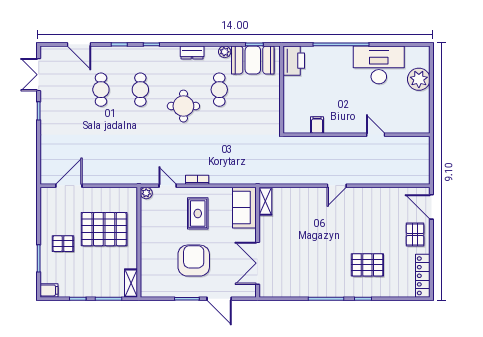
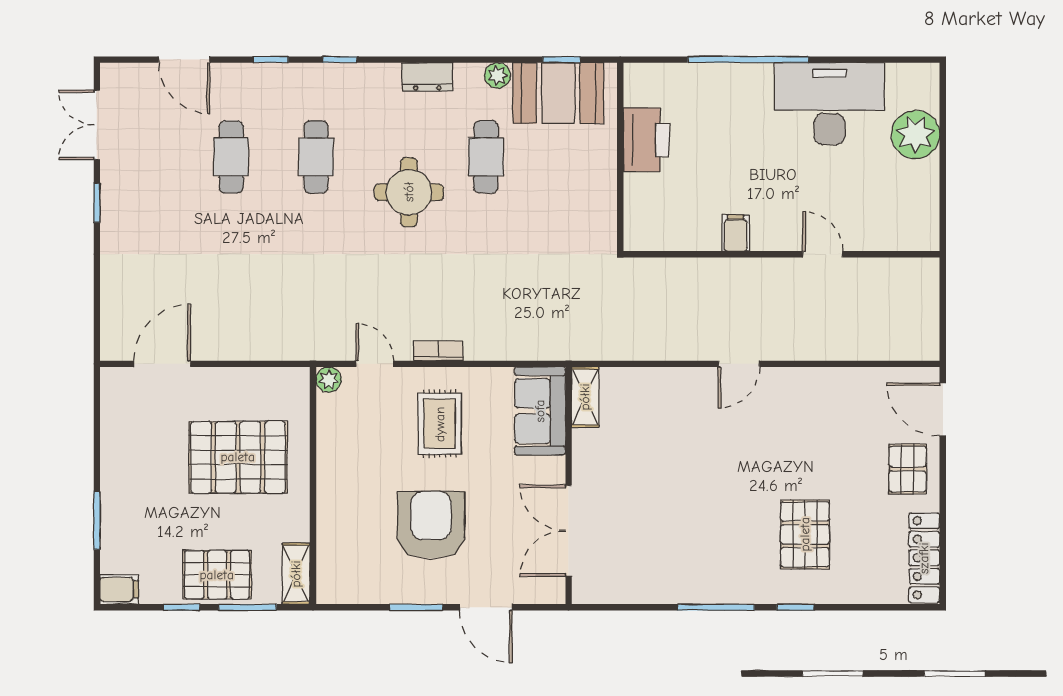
printer: (294, 61) -> (646, 140), moved
filing cabinet: (317, 125) -> (736, 233), moved
pallet: (63, 244) -> (217, 575), moved, width x1.50, depth x1.42
pallet: (367, 265) -> (805, 534), turned 90

